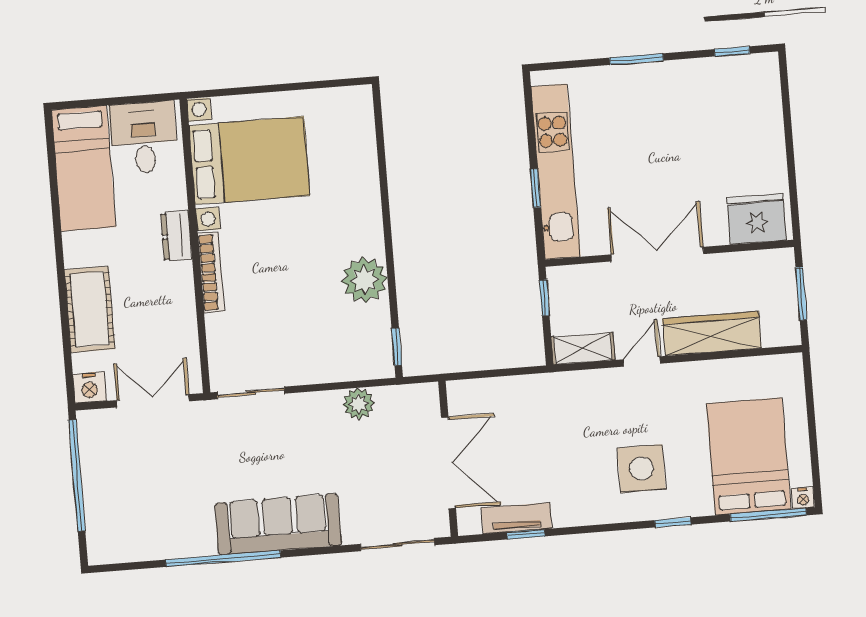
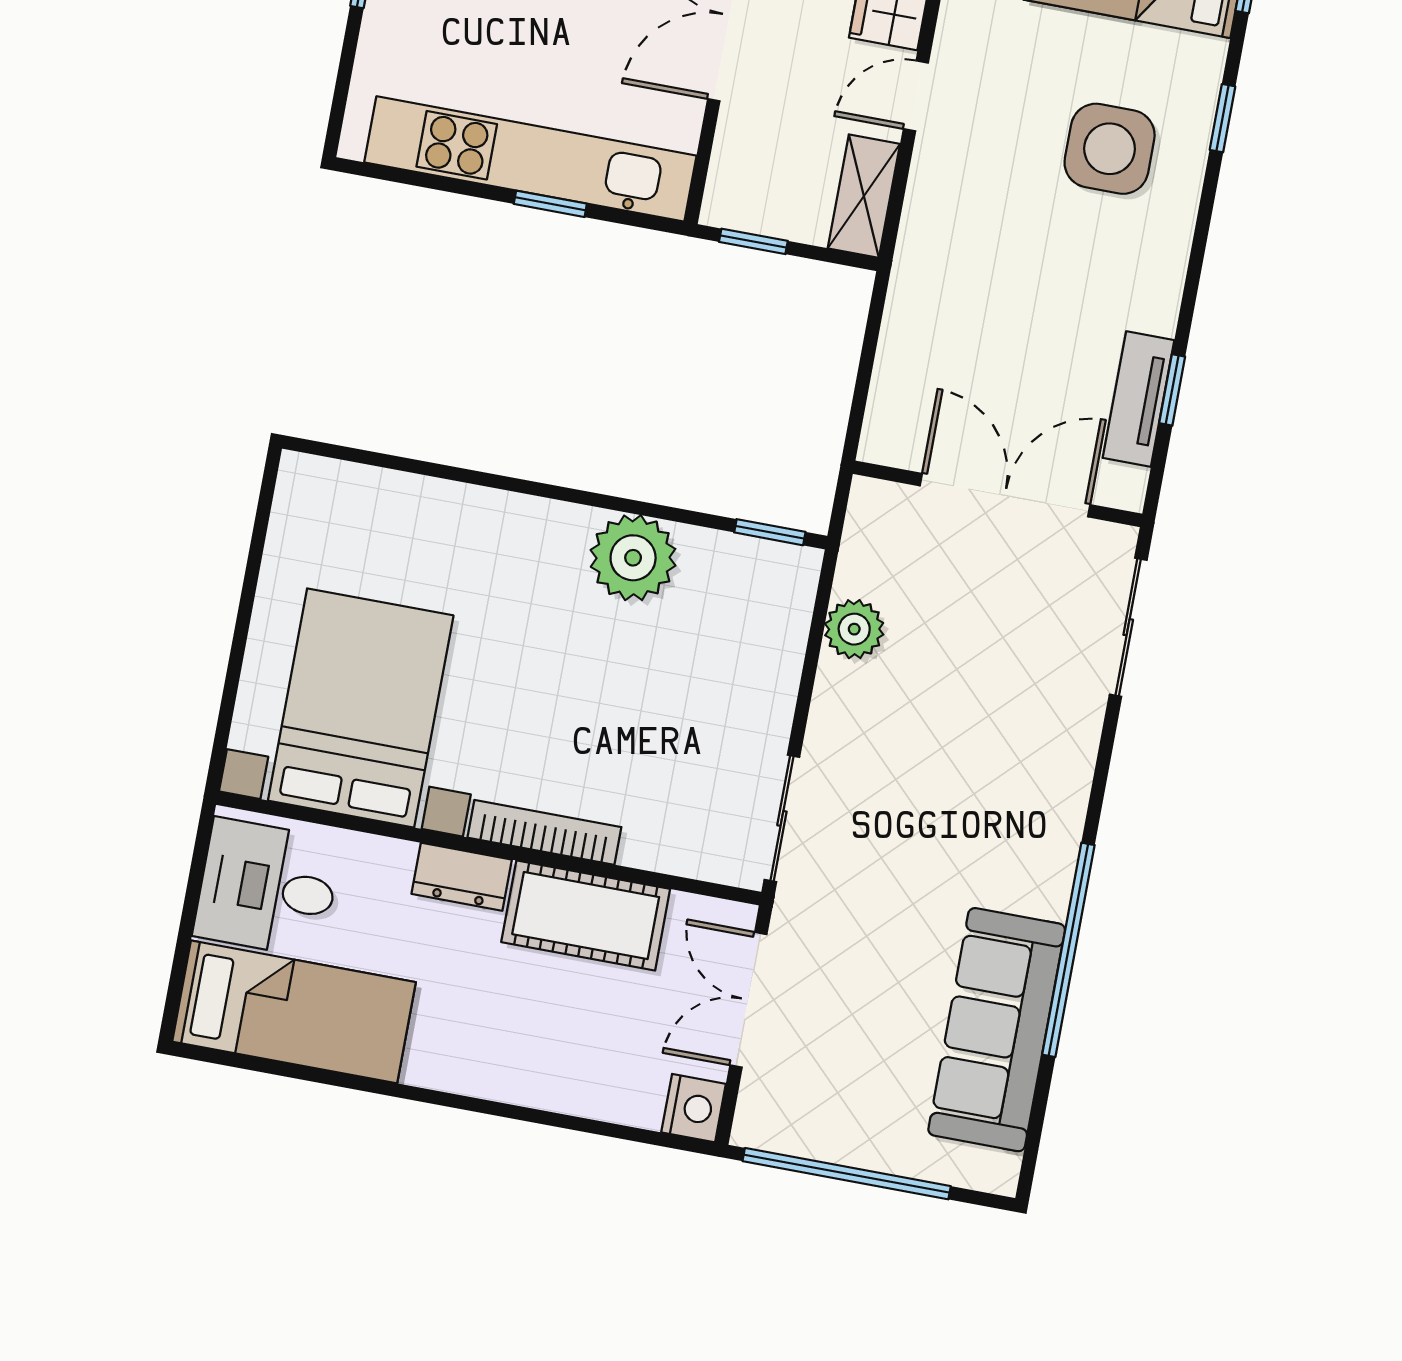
cot: (90, 309) -> (586, 916), moved
door: (642, 361) -> (916, 96), hinge flipped
sofa: (278, 524) -> (997, 1030), moved

